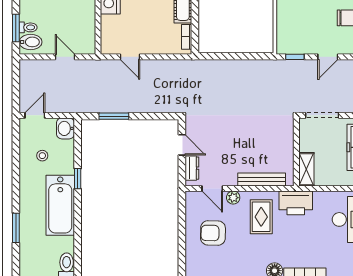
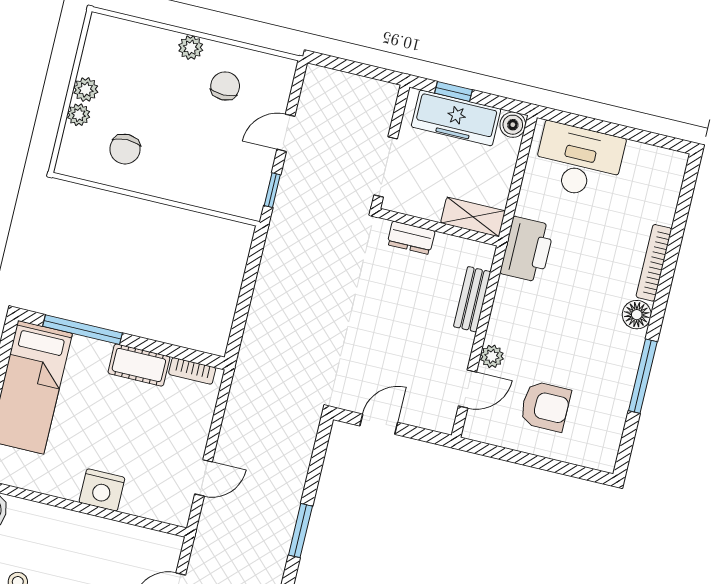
door: (328, 57) -> (286, 133), swing flipped
dresser: (192, 168) -> (411, 238), moved, turned 180
bench: (262, 179) -> (472, 299), width x0.73
rug: (261, 217) -> (537, 315), removed
armchair: (213, 233) -> (545, 406), turned -91

